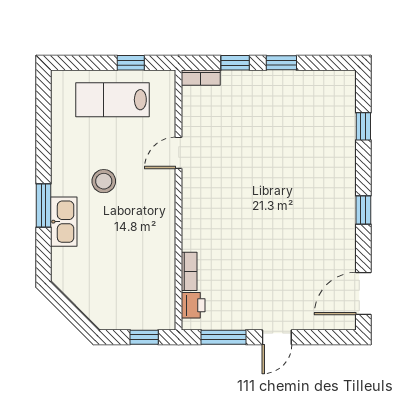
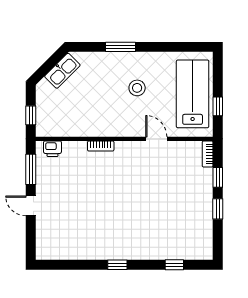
lab bench: (113, 100) -> (193, 94), width x1.36, depth x1.39
kitchen sink: (64, 222) -> (62, 71), moved, turned -45
bookcase: (189, 271) -> (101, 146), moved
door: (363, 294) -> (60, 265), removed

